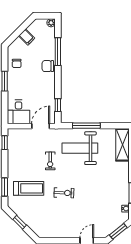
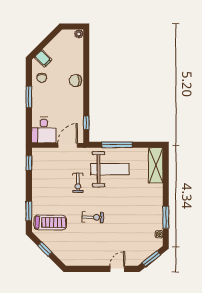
filing cabinet: (27, 37) -> (43, 59), moved
window: (58, 52) -> (86, 65), removed
weight bench: (80, 148) -> (110, 169), turned 180
treadmill: (29, 188) -> (50, 222), moved

